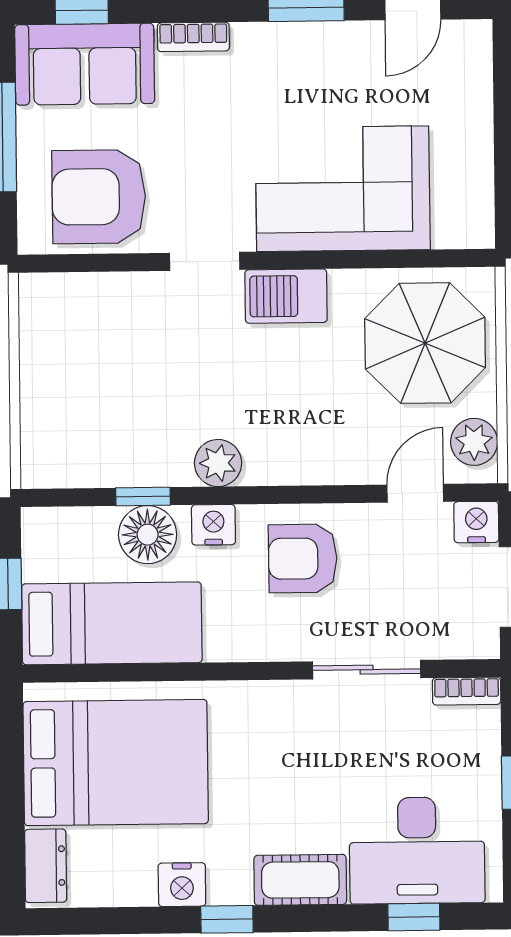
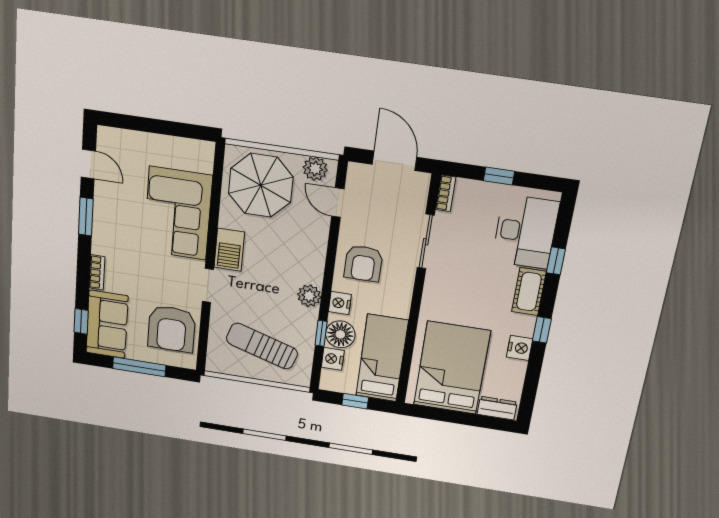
sun lounger: (94, 383) -> (262, 346), added
nightstand: (476, 522) -> (333, 359), moved
window: (414, 917) -> (556, 261), moved

